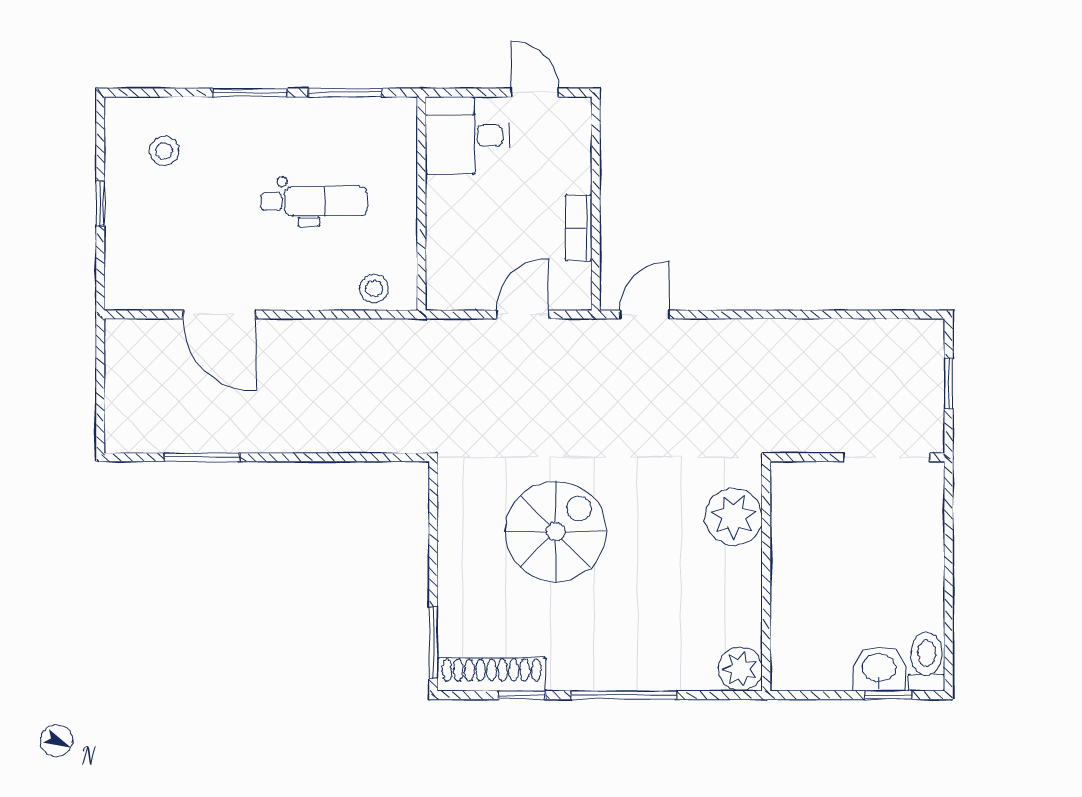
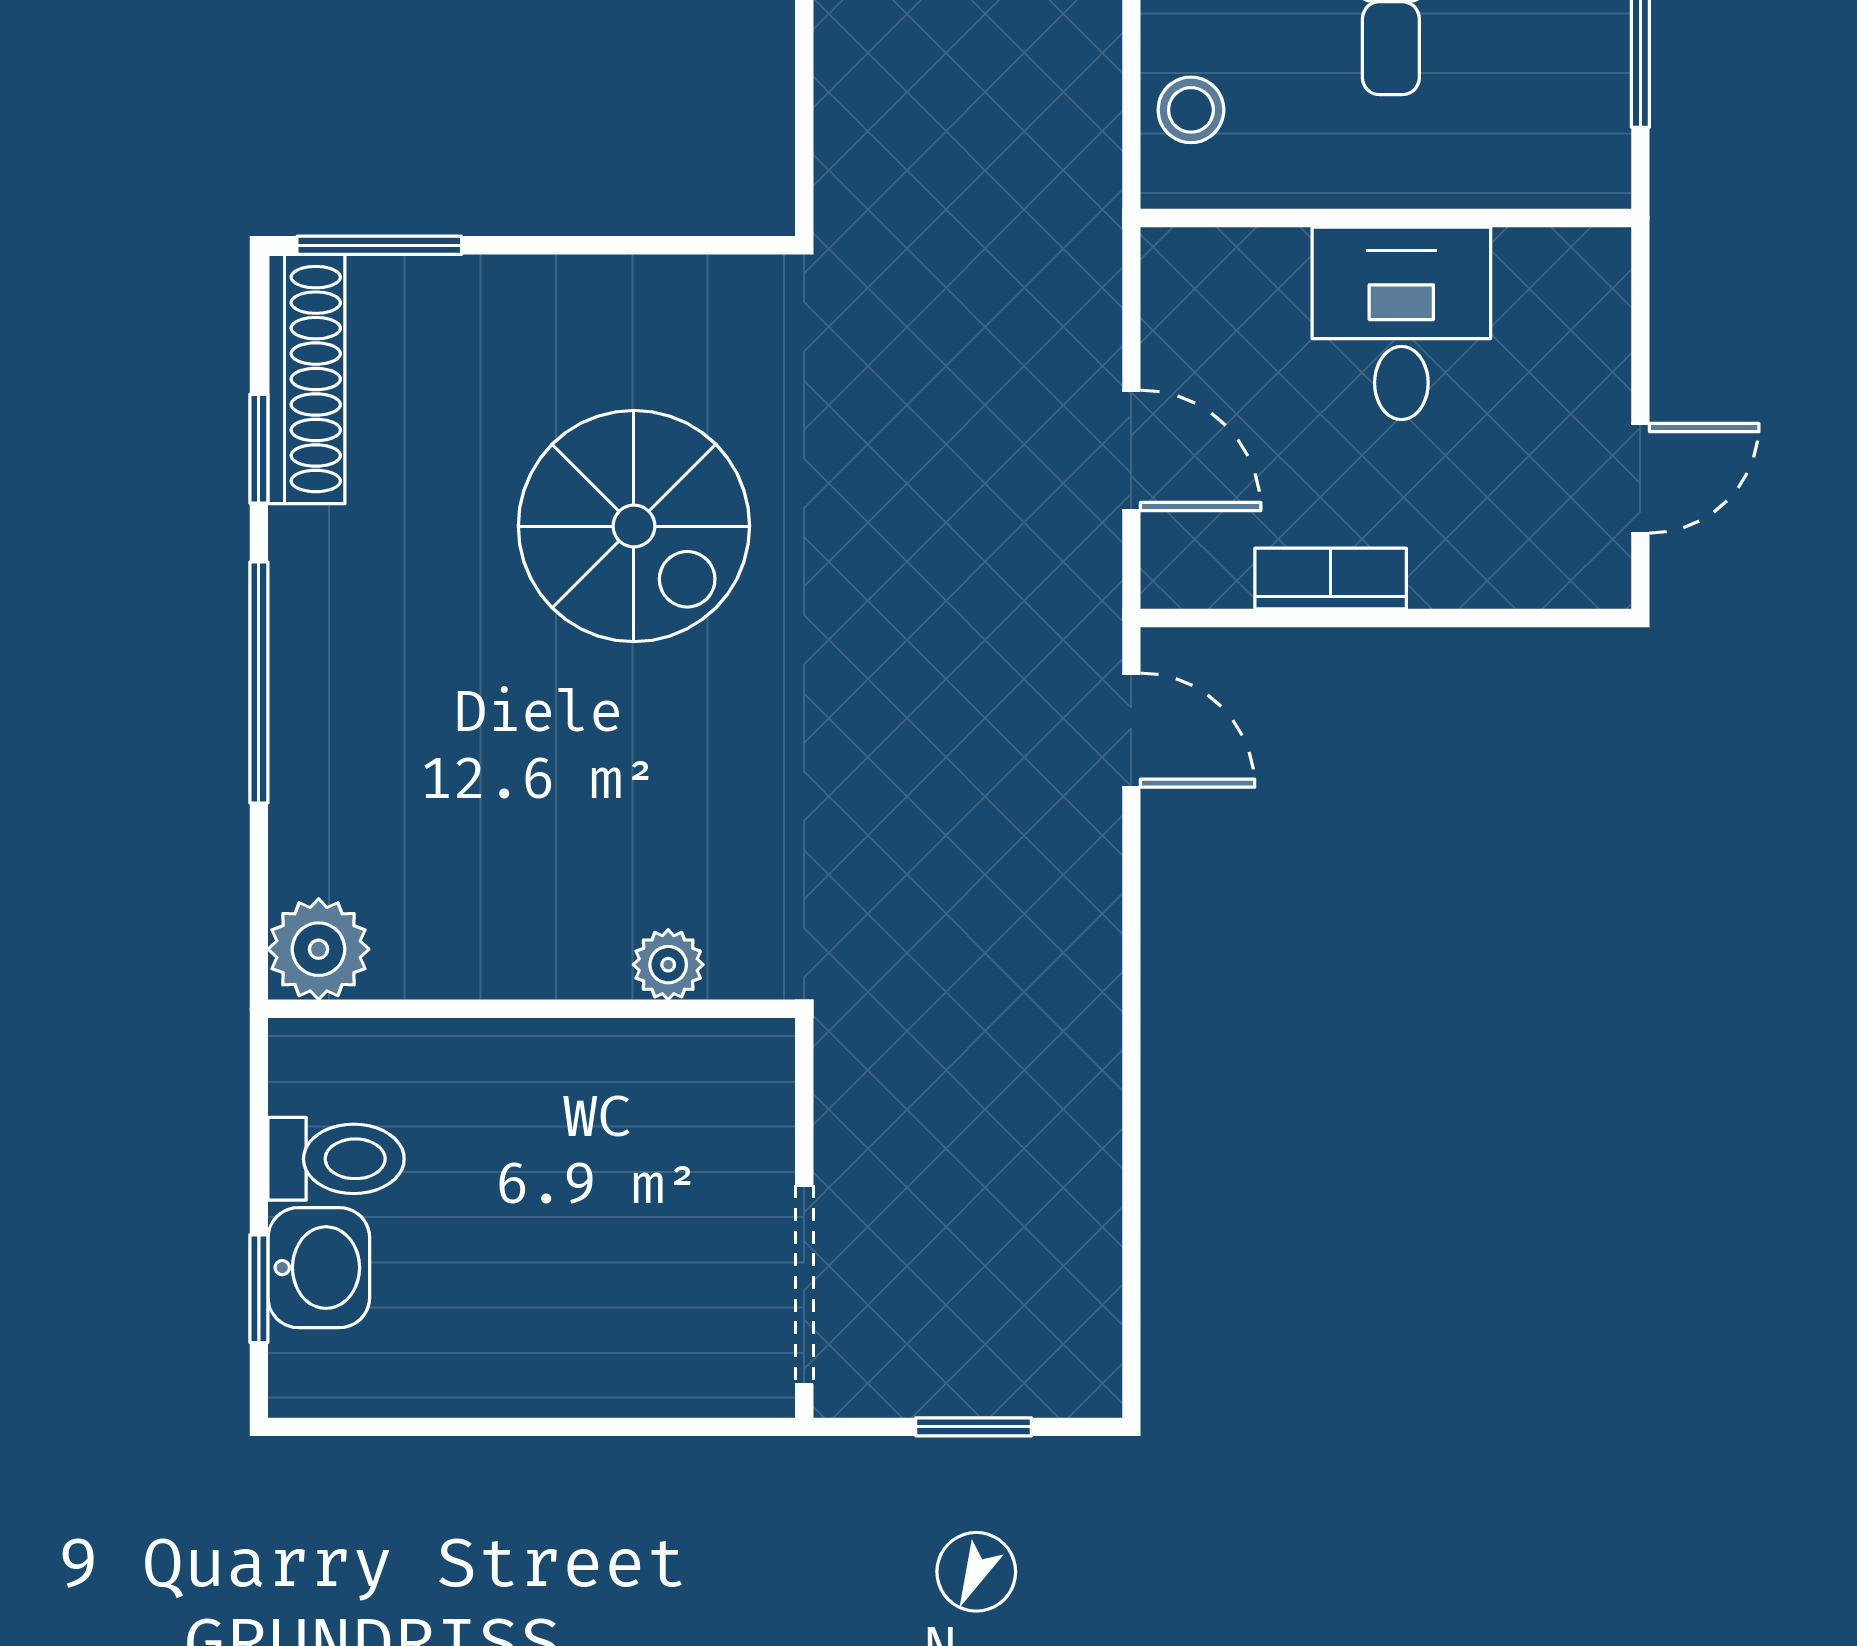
desk: (467, 135) -> (1401, 323), moved
plant: (734, 517) -> (668, 965), width x0.53, depth x0.53
toilet: (927, 661) -> (336, 1159), moved

